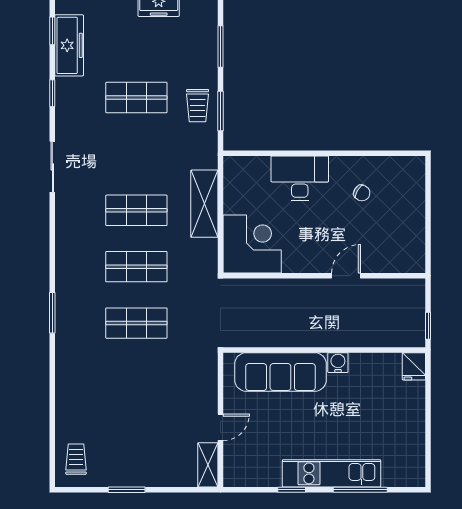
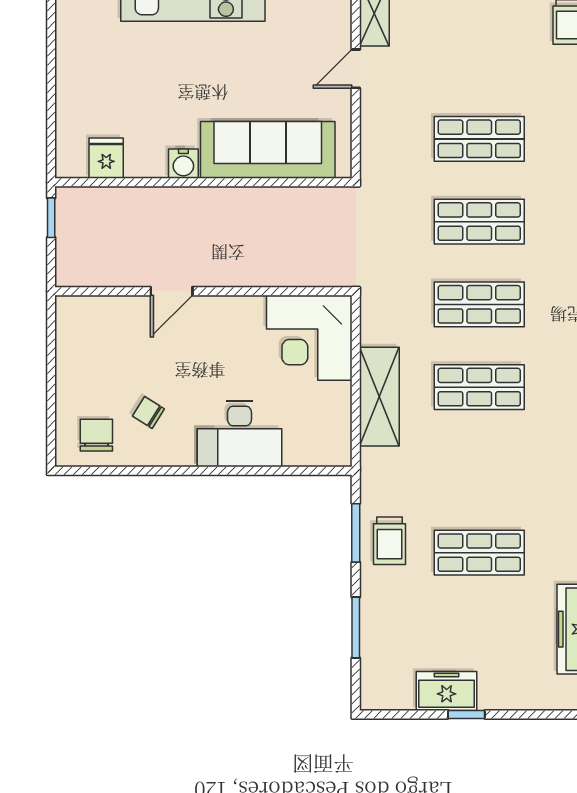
trolley: (198, 106) -> (389, 541), turned 180
chair: (397, 178) -> (96, 435), added
fridge: (414, 366) -> (106, 158), moved
shop shelf: (136, 379) -> (479, 139), added

